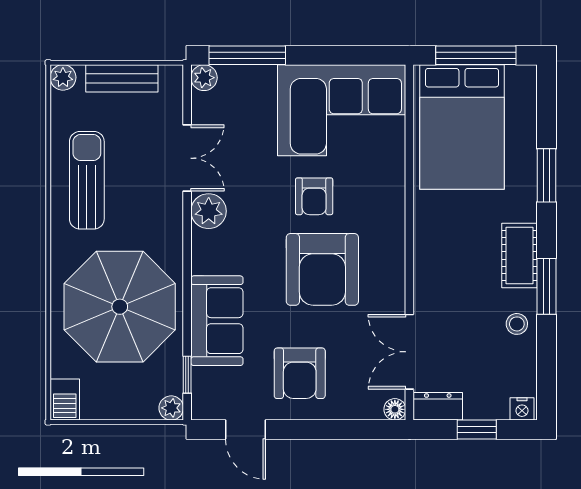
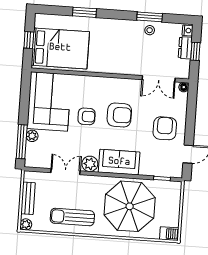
window: (476, 55) -> (29, 40), width x0.46
plant: (204, 78) -> (32, 136), moved
cot: (520, 255) -> (119, 27), removed
armchair: (322, 269) -> (119, 115), width x0.73, depth x0.73
window: (547, 286) -> (150, 17), moved
sofa: (217, 321) -> (119, 162), moved
armchair: (300, 373) -> (165, 128), turned -90
dresser: (438, 406) -> (185, 48), moved
plant: (171, 408) -> (176, 187), removed

